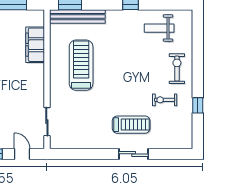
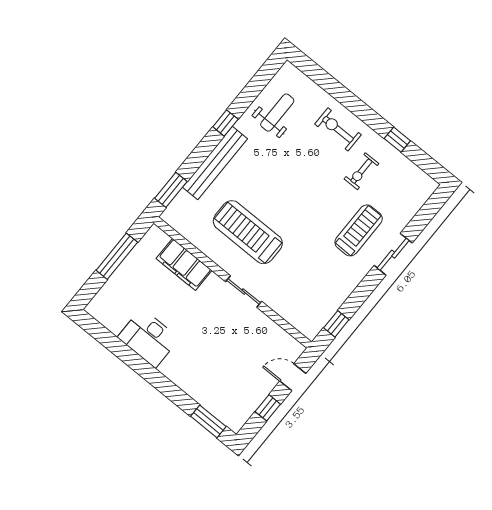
bench: (77, 17) -> (215, 163), moved
weight bench: (159, 28) -> (277, 113), turned 180
sliding door: (47, 122) -> (244, 292), moved
window: (70, 154) -> (336, 324), added

